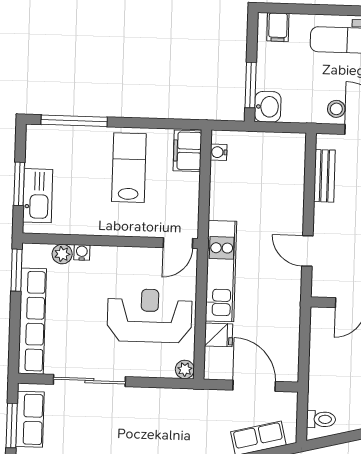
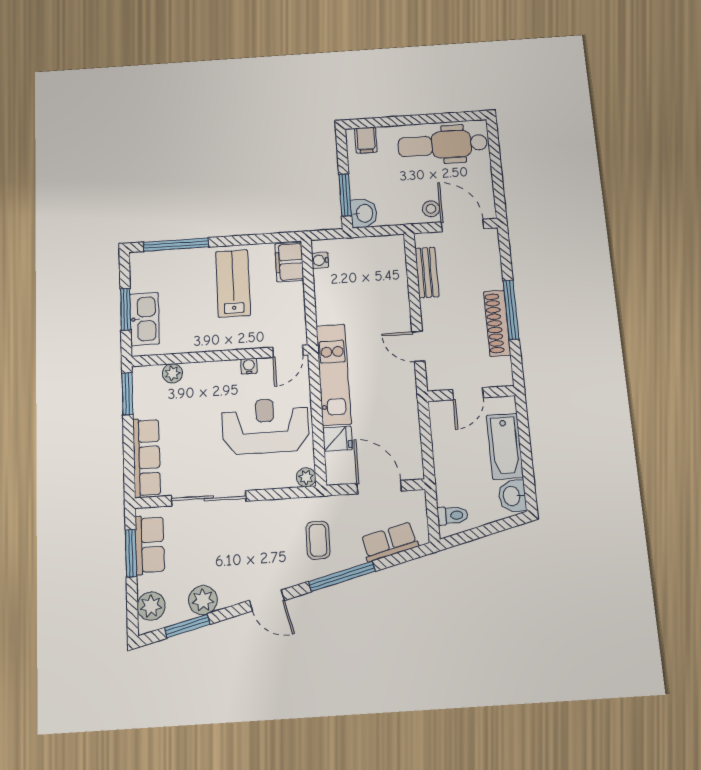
water cooler: (82, 252) -> (249, 366), moved
row of seats: (32, 321) -> (147, 458), width x0.73
coffee table: (191, 430) -> (318, 540), added

